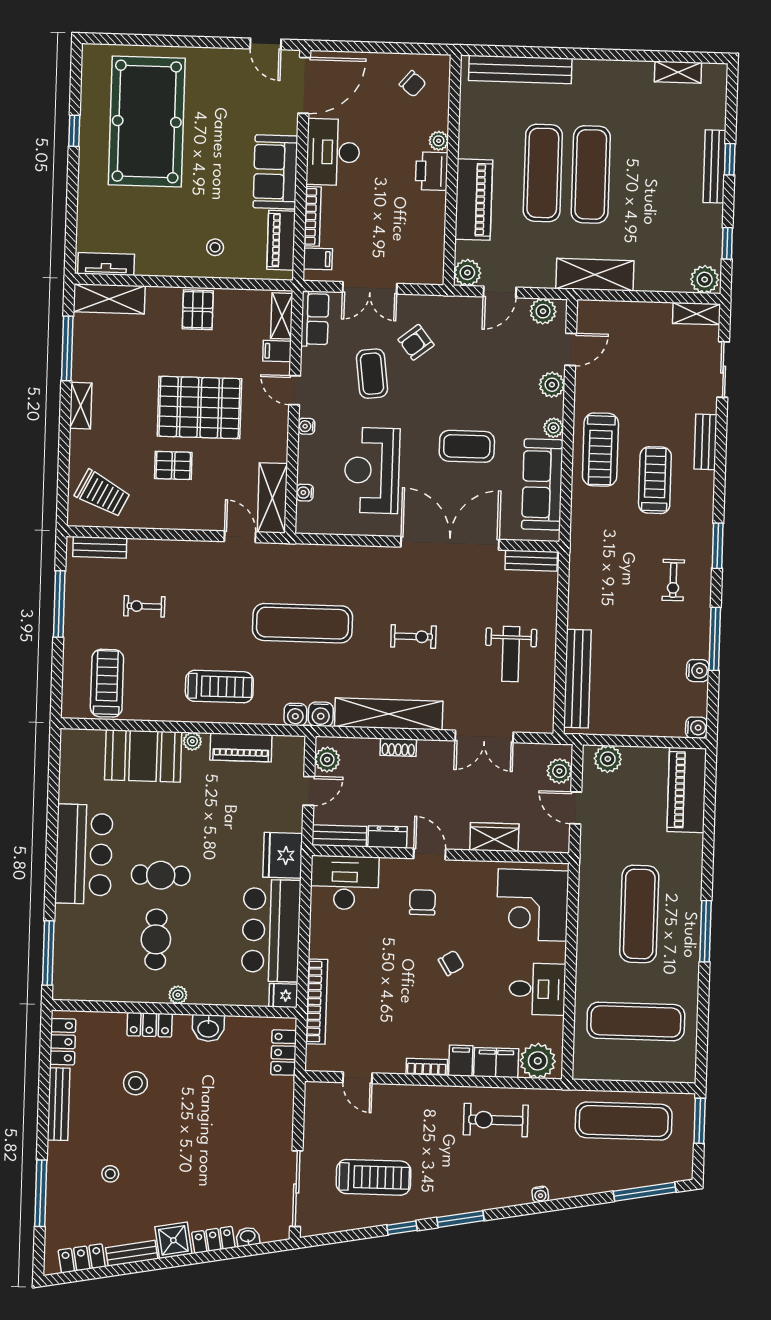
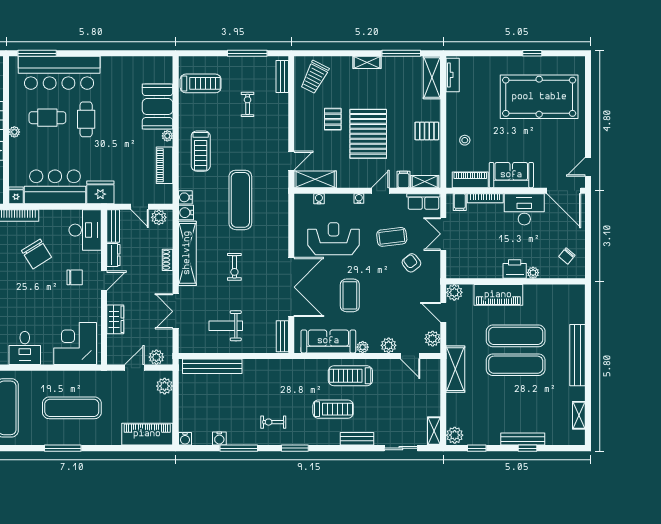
bench: (520, 70) -> (577, 355), moved
bar counter: (84, 854) -> (59, 73), moved, width x1.36
chair: (451, 963) -> (37, 254), moved, width x1.87, depth x1.87

